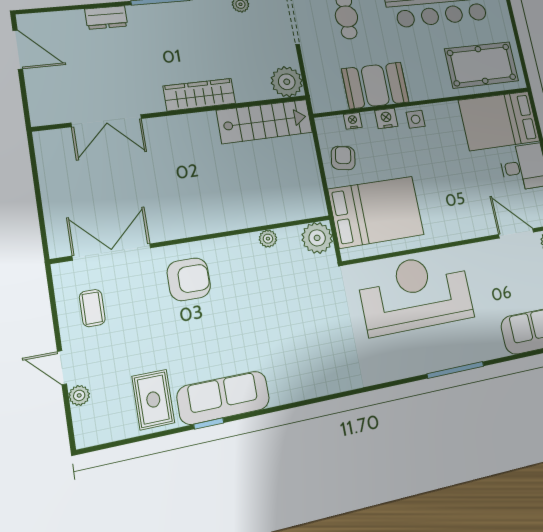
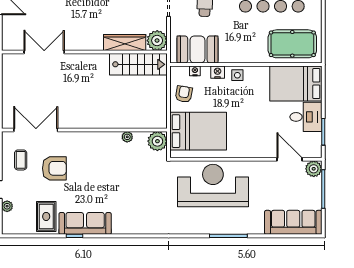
booth: (375, 85) -> (197, 50), moved
wardrobe: (199, 95) -> (125, 43), moved
double door: (106, 121) -> (44, 52), swing flipped
armchair: (189, 279) -> (54, 168), moved

